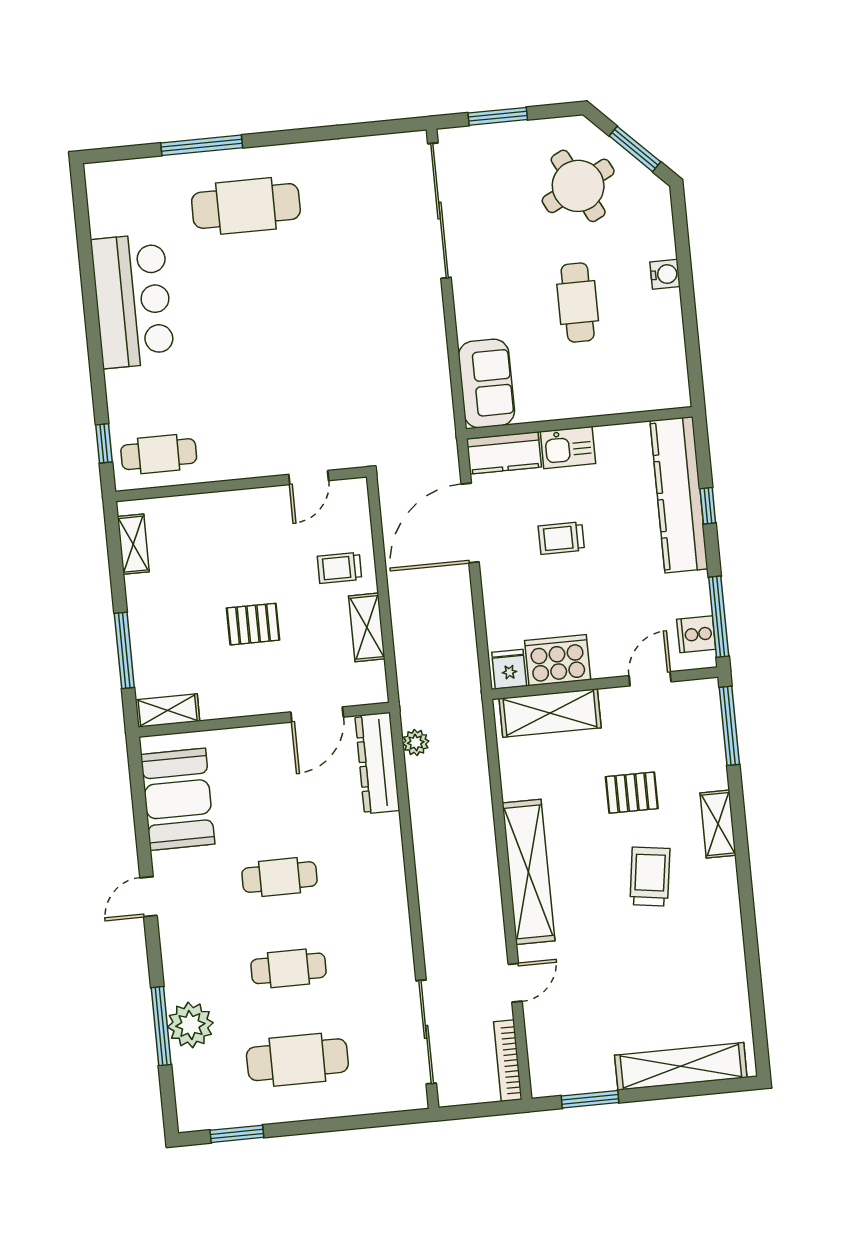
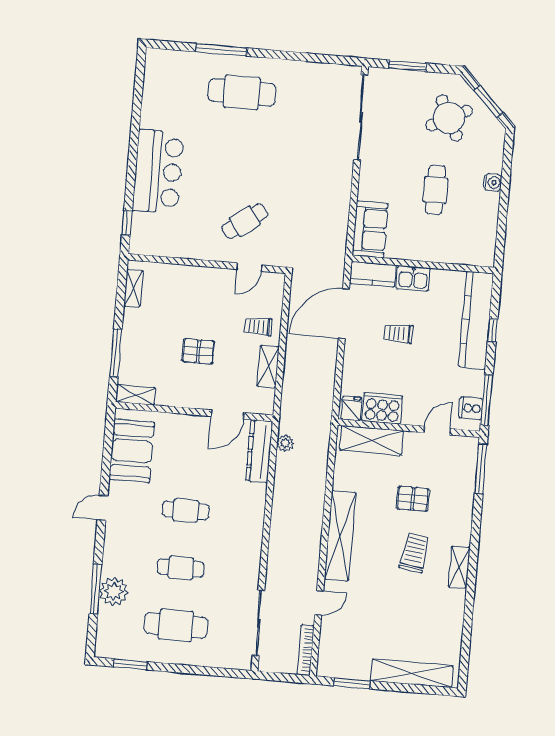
bar counter: (133, 301) -> (158, 172), moved
cafe table: (159, 454) -> (245, 221), moved, turned -36
shelving: (718, 824) -> (459, 567), moved

